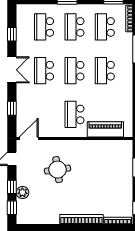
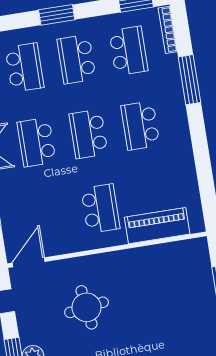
school desk: (44, 27) -> (25, 67), turned 180
school desk: (105, 27) -> (128, 51), turned 180
school desk: (74, 114) -> (100, 209), turned 180

